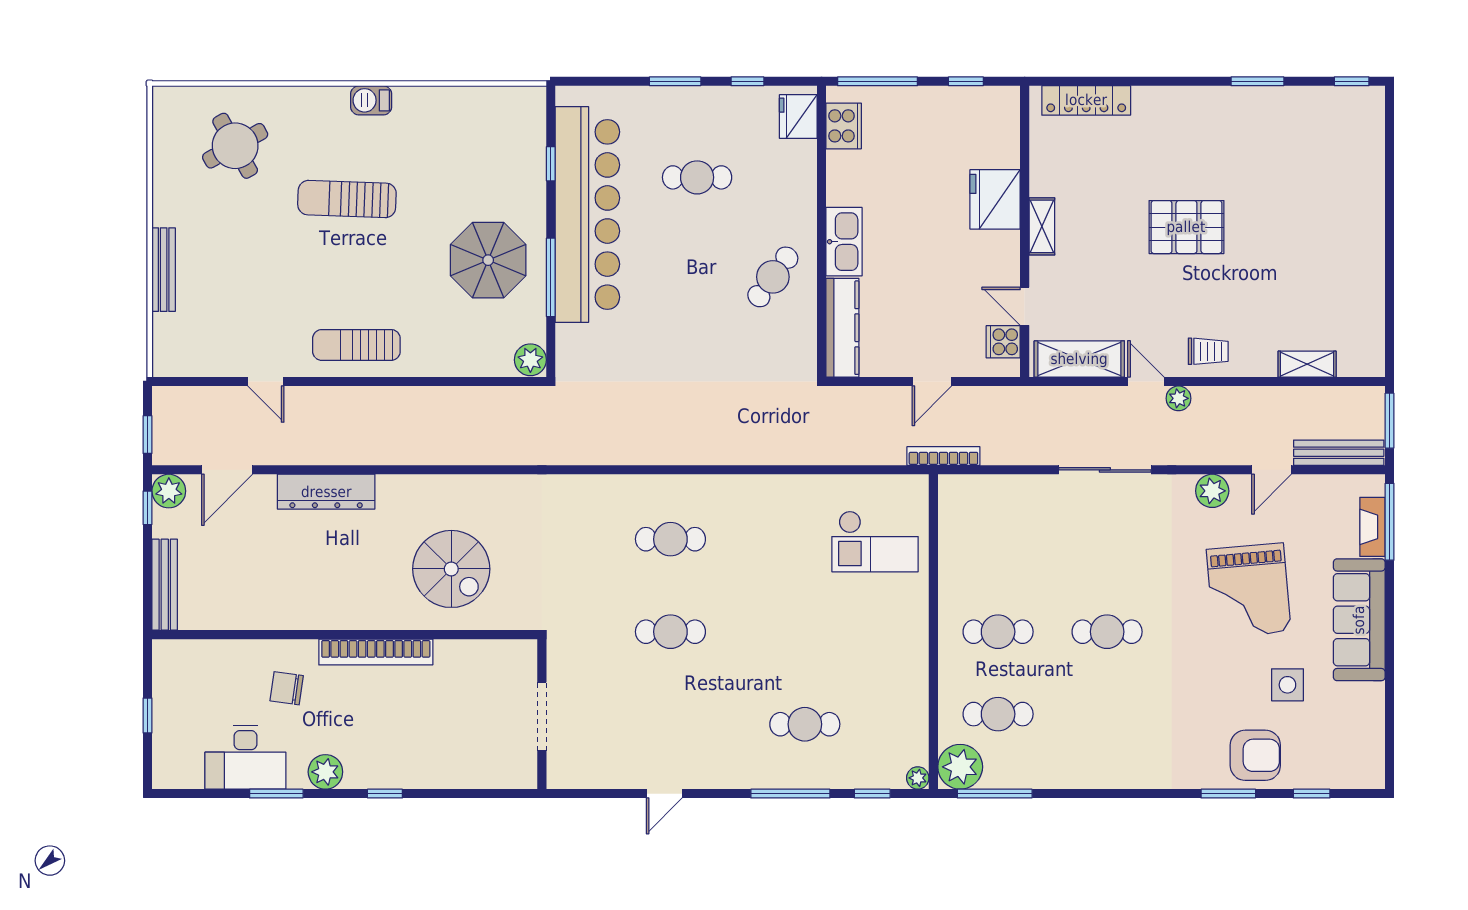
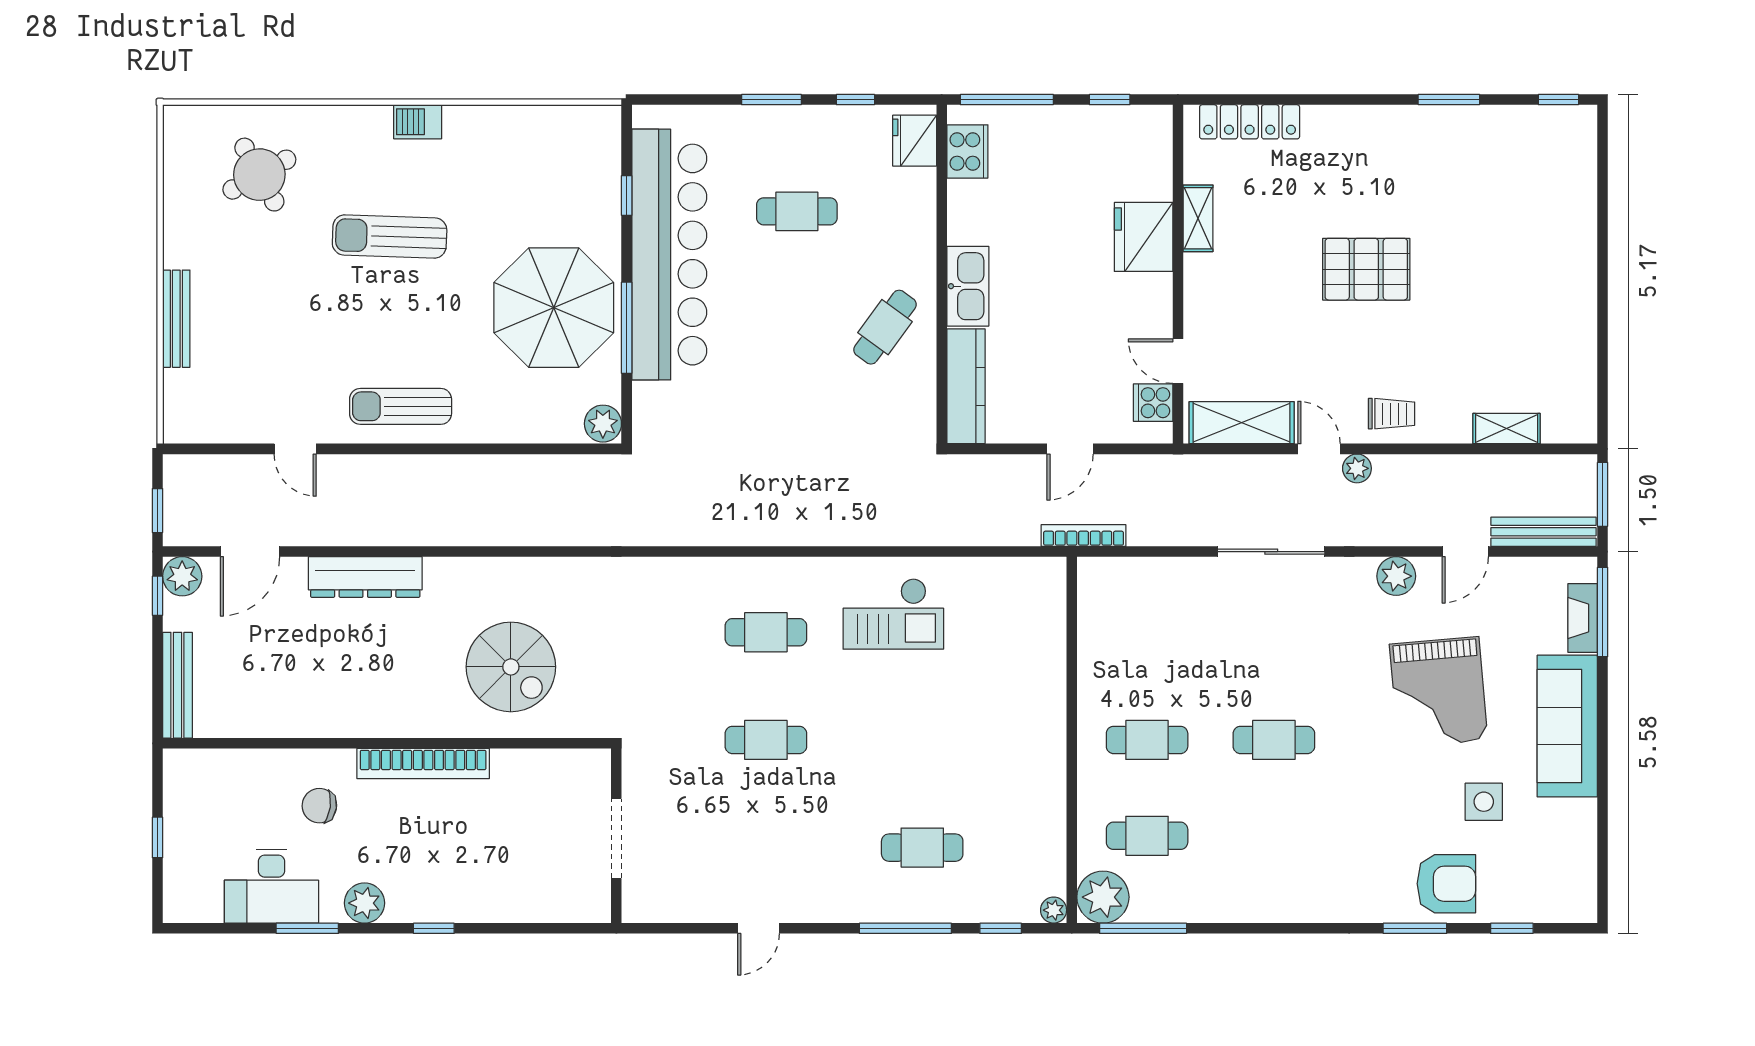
shelving: (1042, 226) -> (1198, 218), moved
parasol: (488, 260) -> (554, 308), width x1.36, depth x1.36
checkout: (875, 541) -> (893, 614), moved

